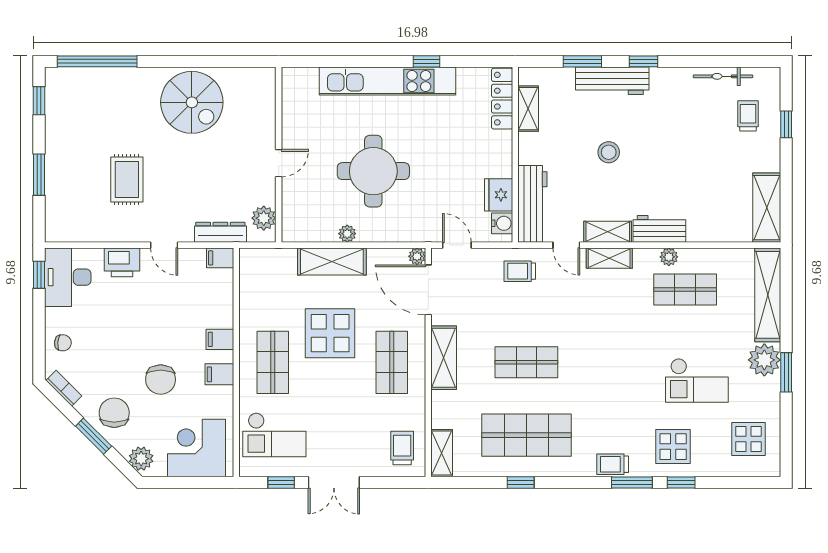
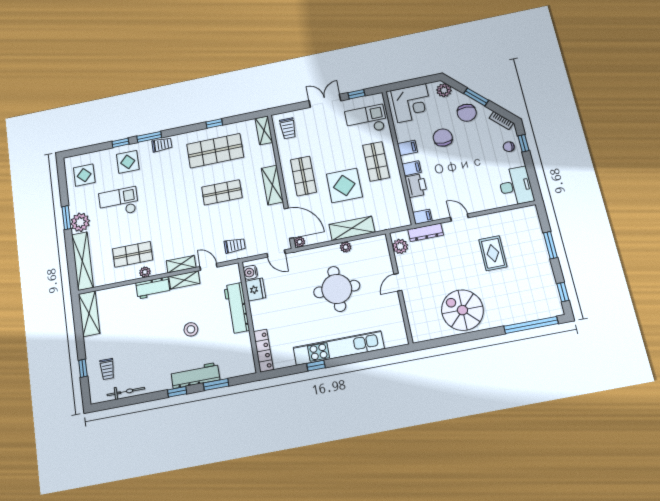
shelving: (528, 109) -> (246, 347), removed
workbench: (532, 204) -> (237, 308), moved
printer: (122, 262) -> (416, 186), moved, turned 90
window: (39, 275) -> (524, 143), moved

